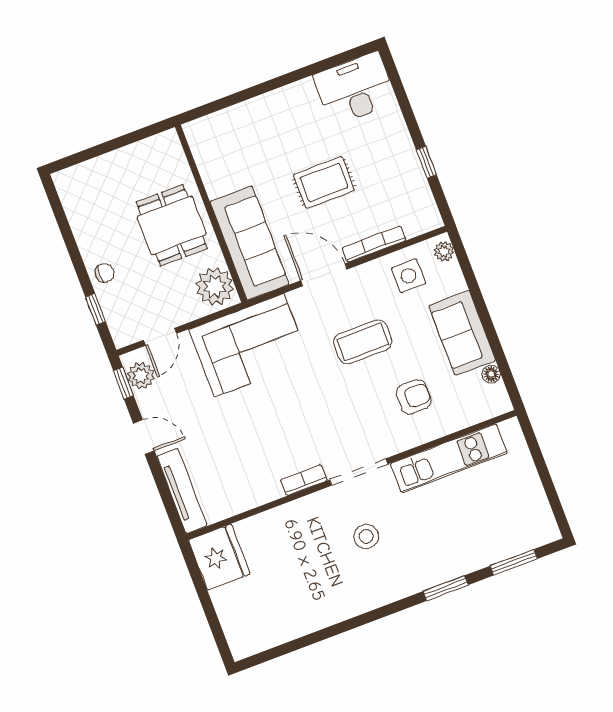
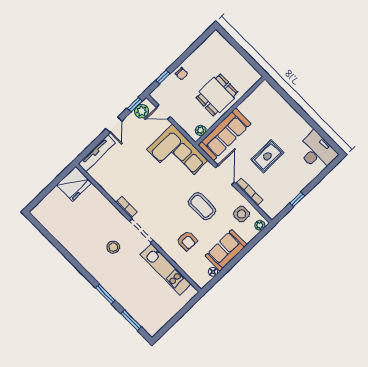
rug: (324, 182) -> (267, 156), turned 90
plant: (215, 287) -> (201, 130), width x0.53, depth x0.53

